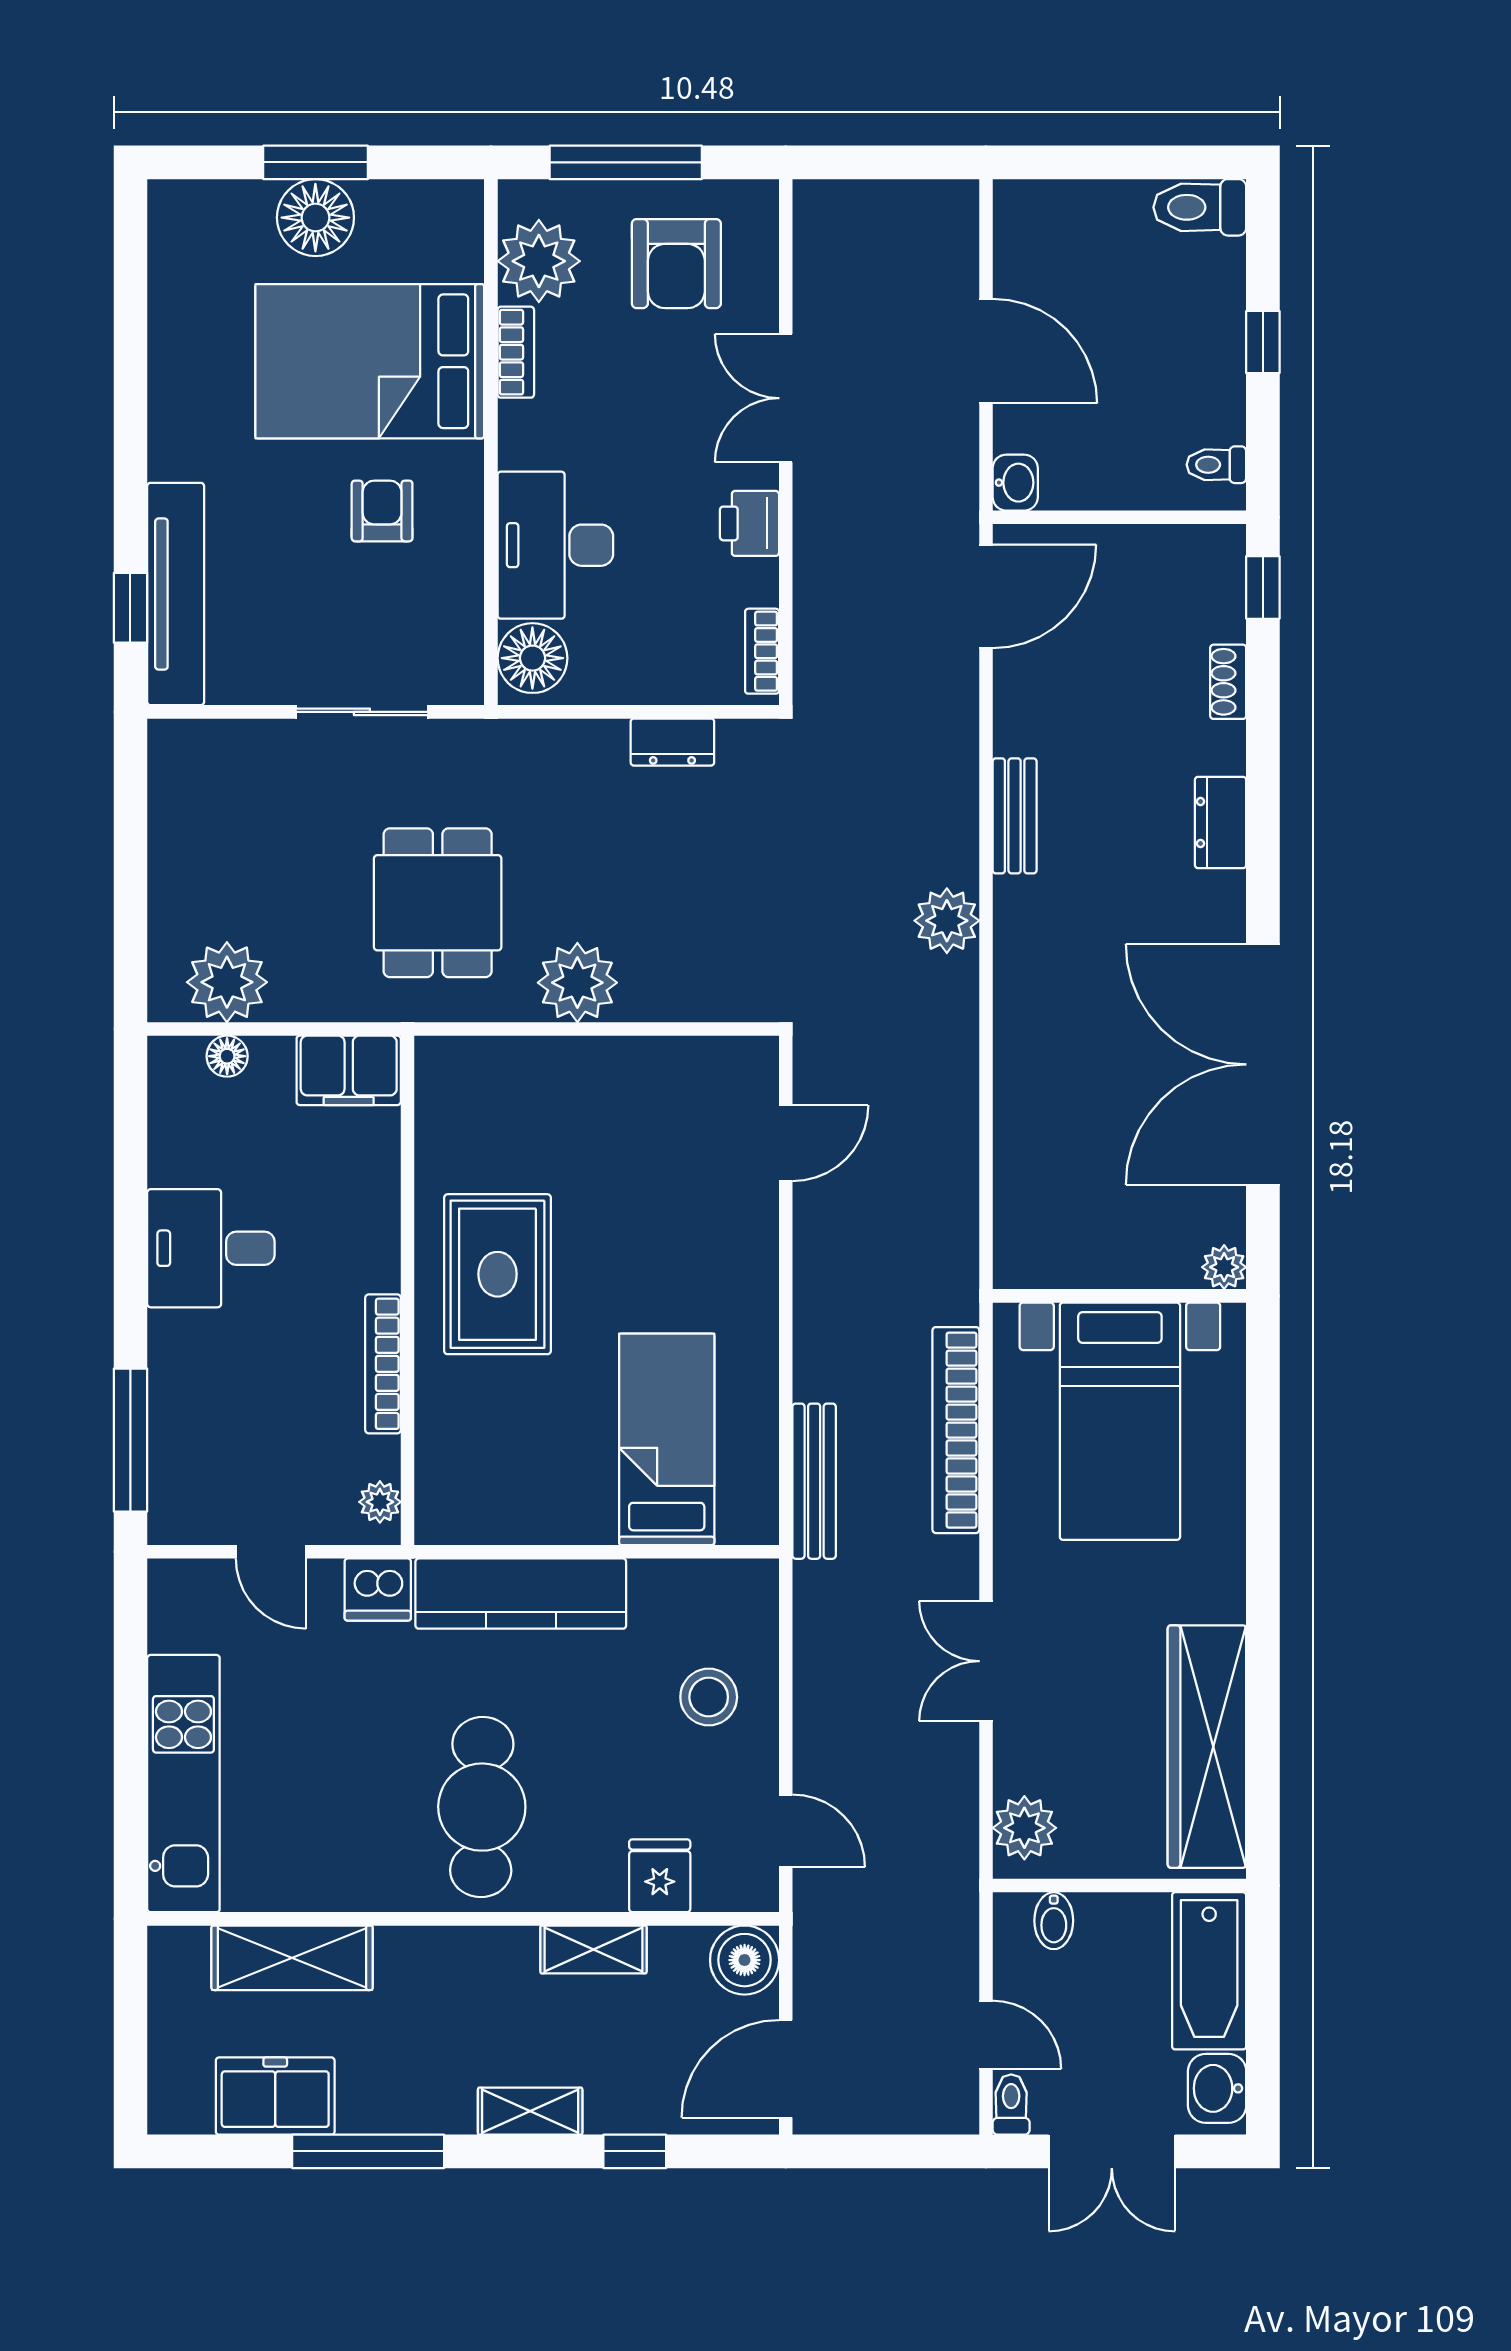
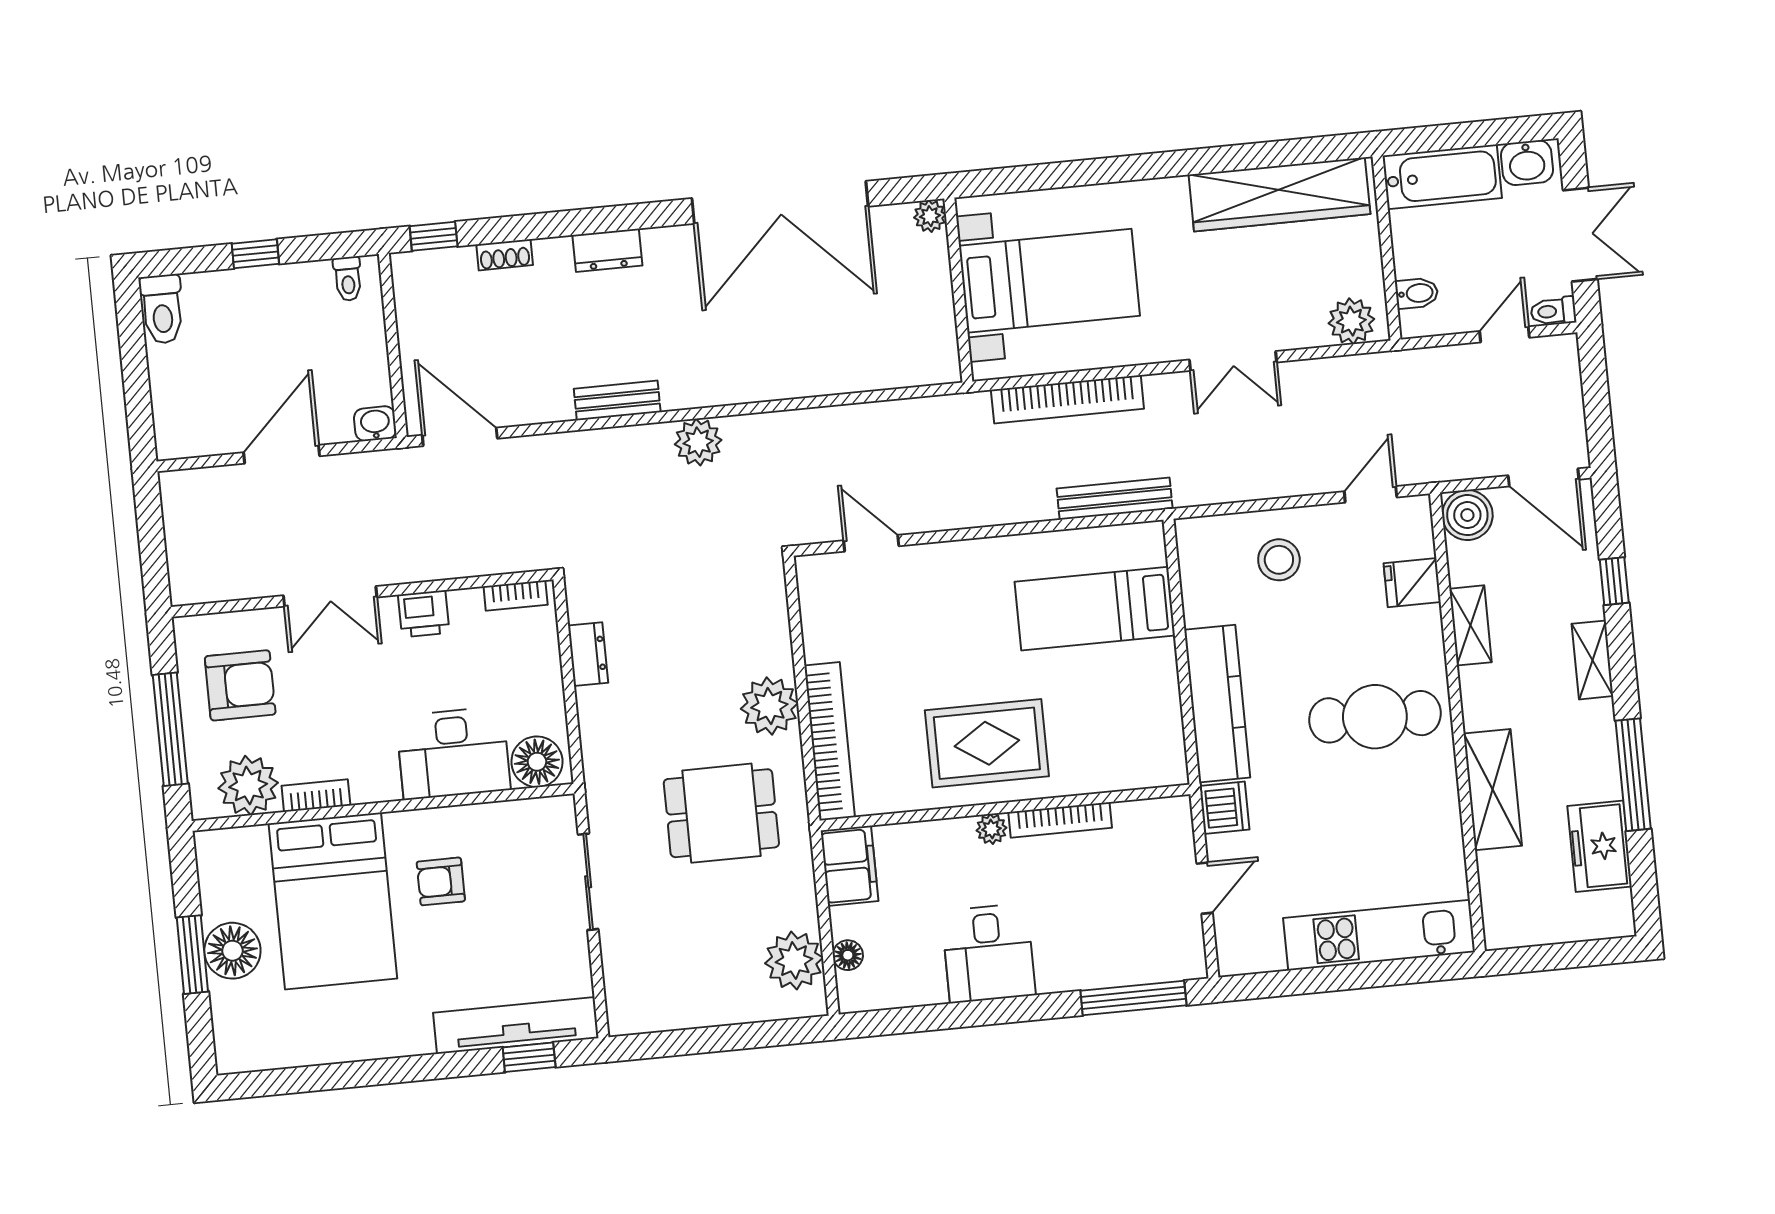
bookcase: (521, 1060) -> (830, 741), added
plant: (380, 1502) -> (992, 829), moved
shelving: (292, 1958) -> (1493, 790), moved

